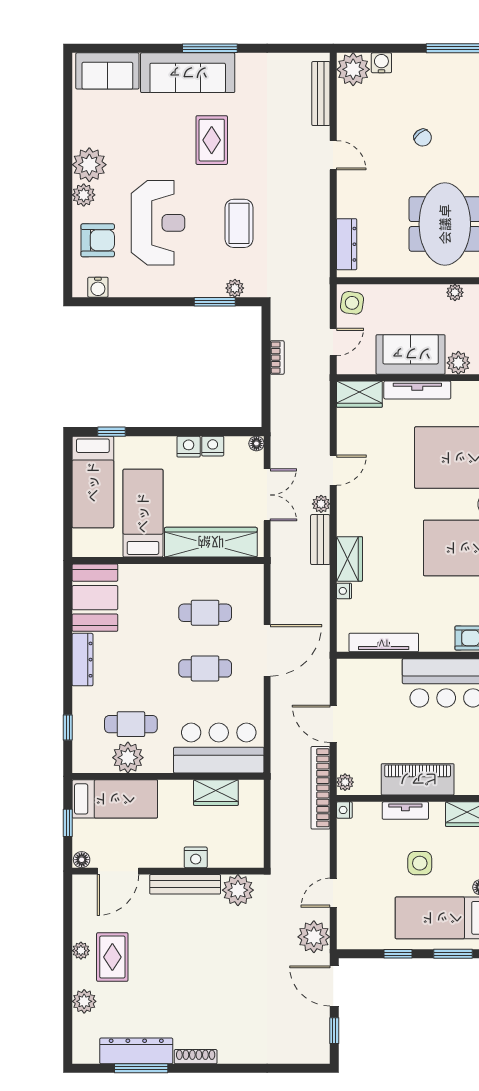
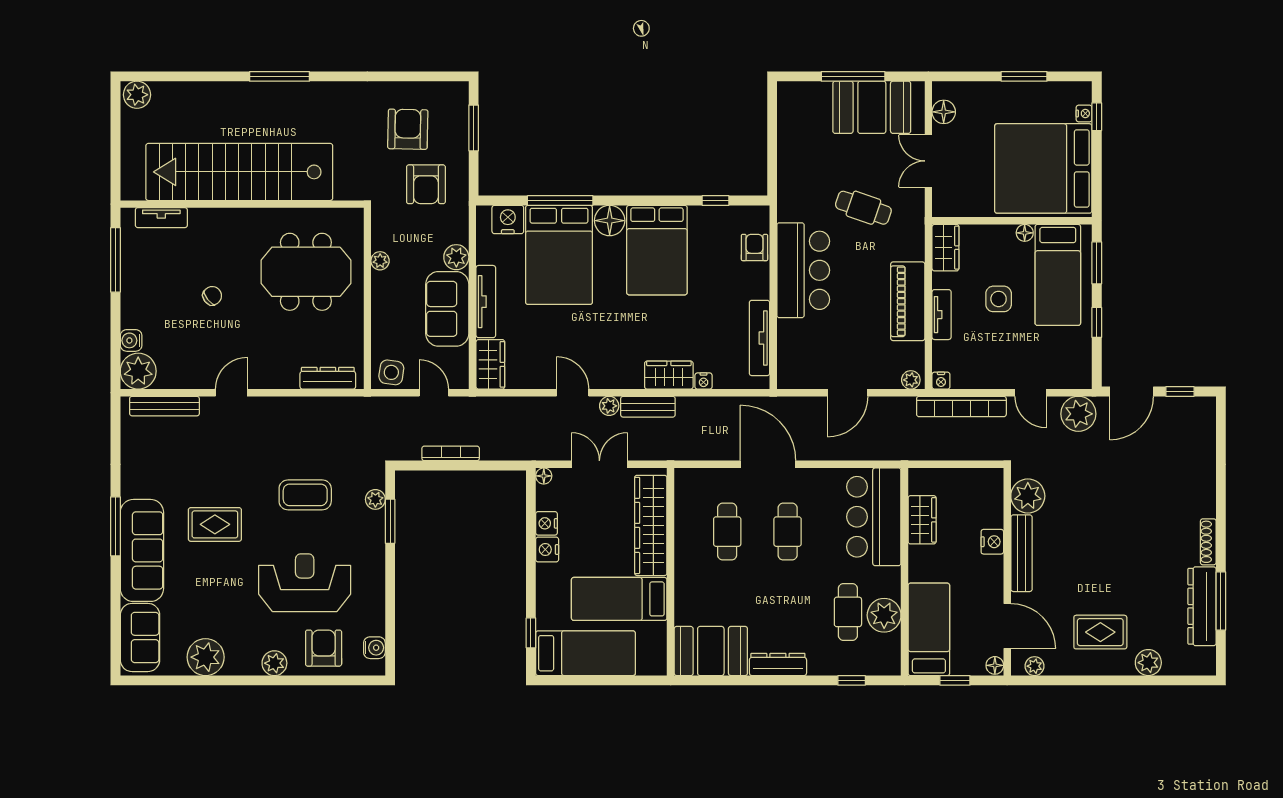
plant: (89, 165) -> (206, 657), moved
bookcase: (277, 358) -> (451, 453), width x1.56
bookcase: (321, 788) -> (961, 406), moved
plant: (81, 951) -> (1034, 666), moved

